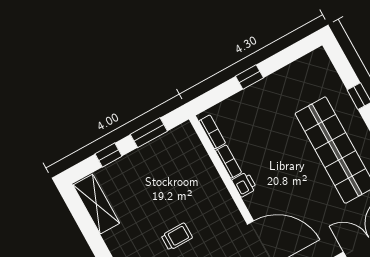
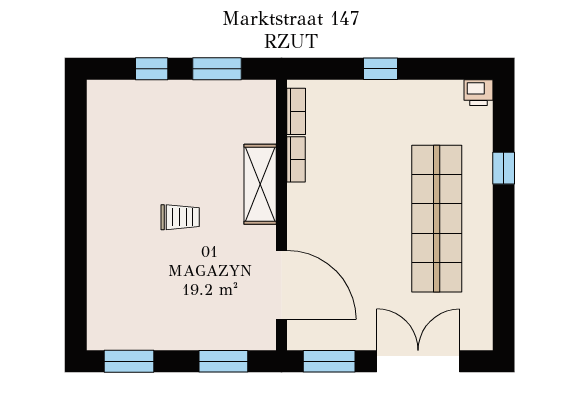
printer: (244, 184) -> (478, 93), moved, turned 90
shelving: (96, 204) -> (260, 184), moved

